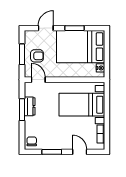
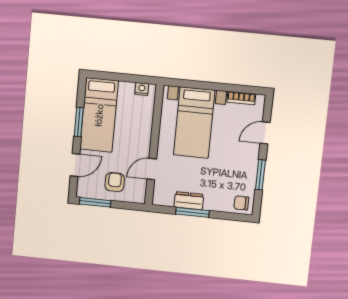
door: (46, 28) -> (75, 165), swing flipped
bed: (81, 47) -> (99, 115), width x0.67
window: (22, 54) -> (95, 202), moved
door: (38, 80) -> (152, 169), moved

